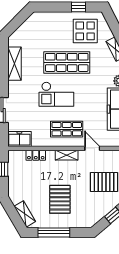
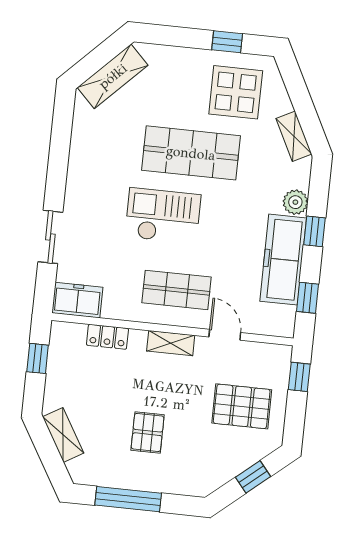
shelving: (14, 64) -> (113, 76), moved, turned 45
checkout: (56, 94) -> (163, 216), turned 180
pallet: (60, 199) -> (148, 432), width x0.67, depth x0.71
shelving: (25, 214) -> (63, 435), moved

